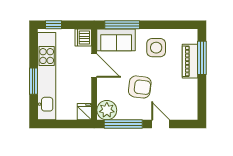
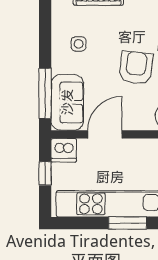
window: (54, 25) -> (45, 173), moved
side table: (156, 48) -> (79, 44), width x0.54, depth x0.54

